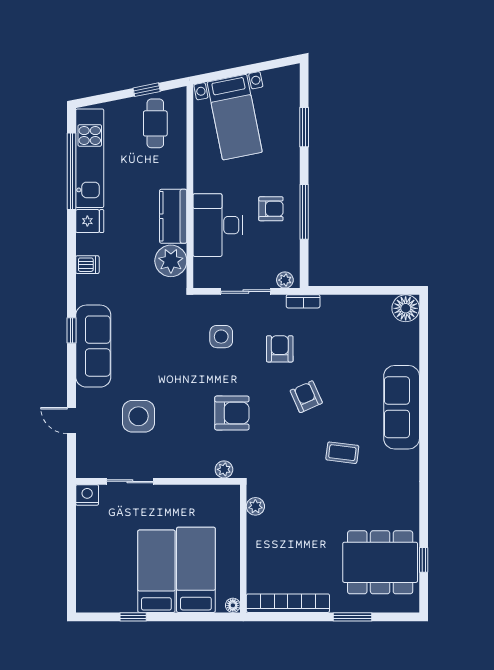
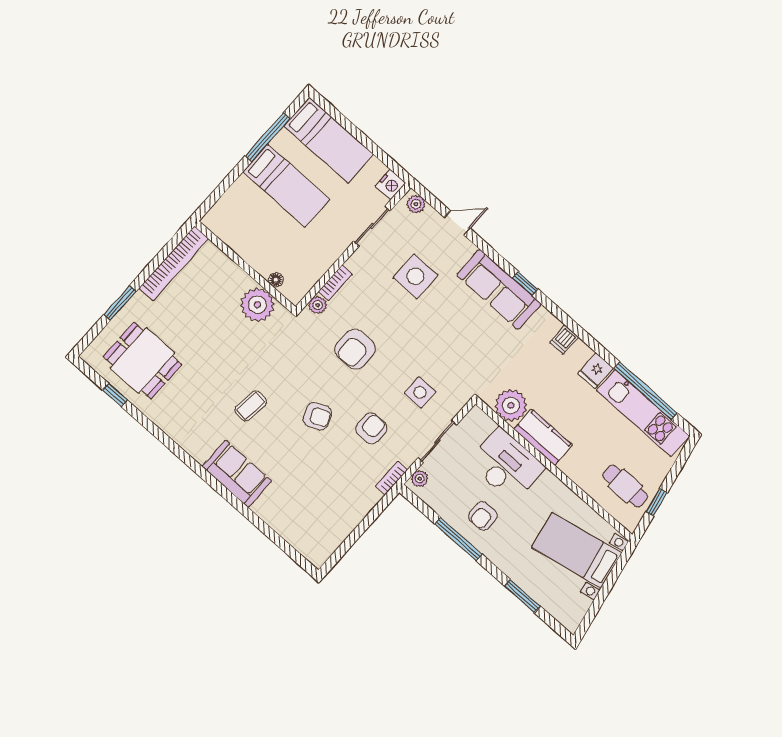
floor lamp: (406, 308) -> (317, 551), removed
armchair: (280, 349) -> (371, 428), turned -90
sofa: (402, 407) -> (237, 474), width x0.73
plant: (85, 463) -> (416, 204), added
bookcase: (196, 471) -> (335, 283), added
plant: (255, 506) -> (257, 305), width x1.87, depth x1.87
dining table: (380, 562) -> (142, 361), width x0.73
bed: (196, 570) -> (329, 140), moved
floor lamp: (233, 605) -> (276, 280), moved
window: (133, 617) -> (267, 137), width x2.17

